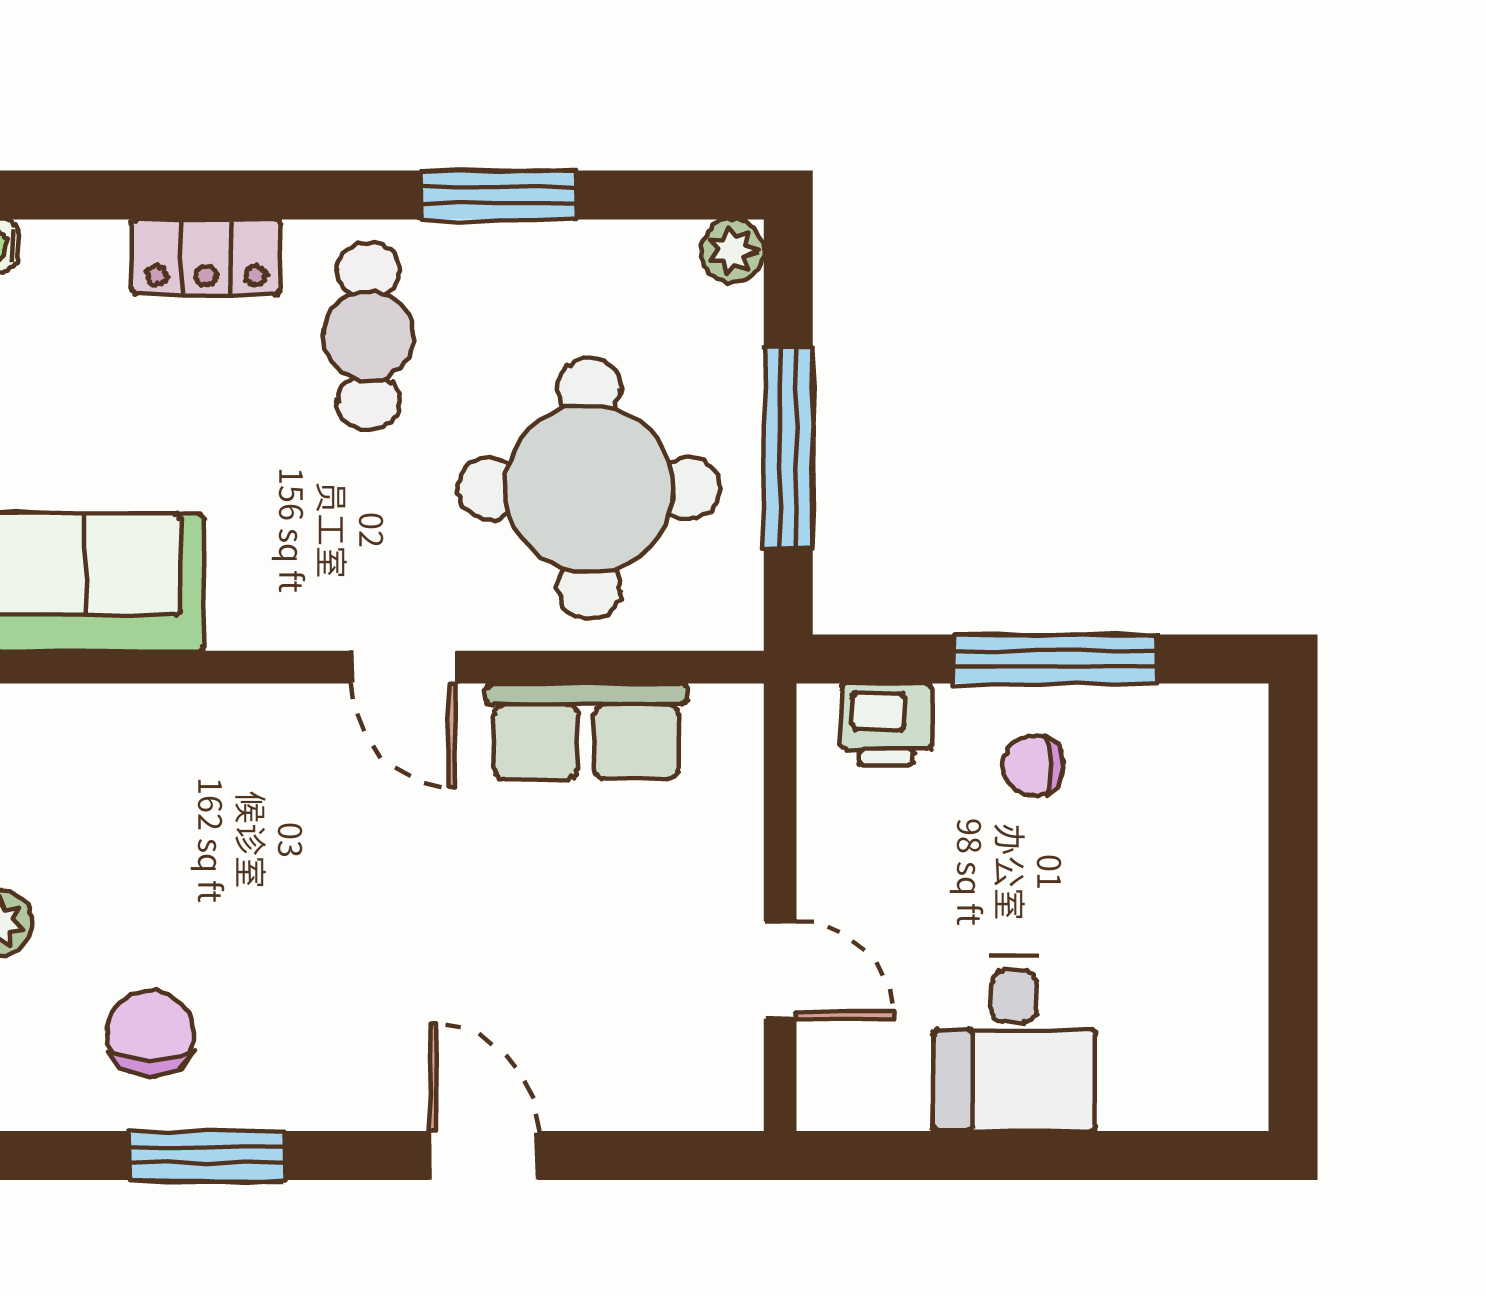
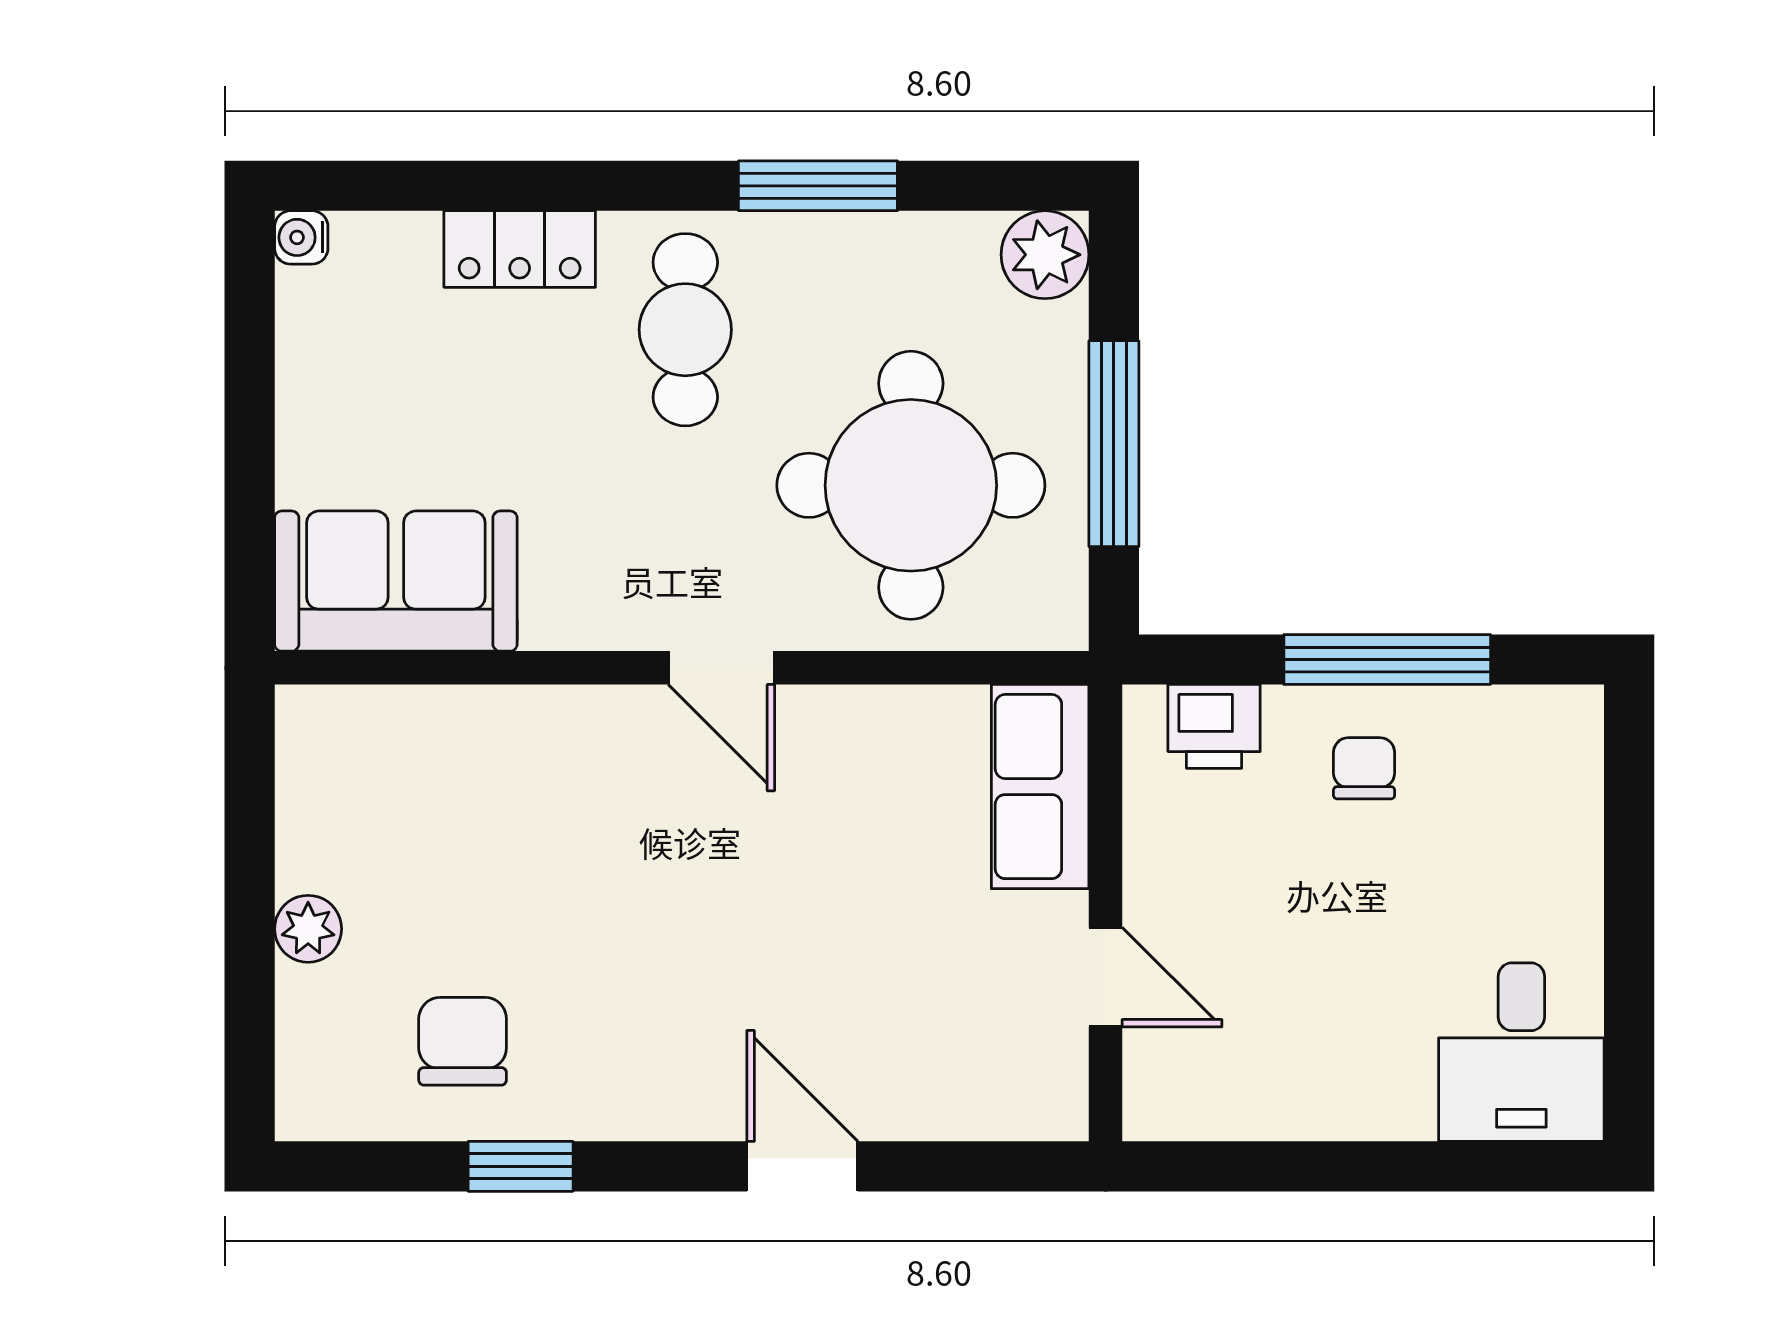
plant: (733, 251) -> (1045, 255), width x1.38, depth x1.38
row of seats: (587, 731) -> (1040, 787), moved, turned 90
chair: (1033, 765) -> (1364, 768), turned 90
desk: (1014, 1044) -> (1521, 1052), moved
window: (207, 1155) -> (521, 1166), width x0.67

